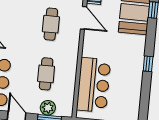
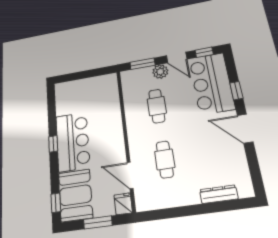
bar counter: (94, 85) -> (73, 142), moved, turned 180
plant: (48, 108) -> (160, 72), moved

